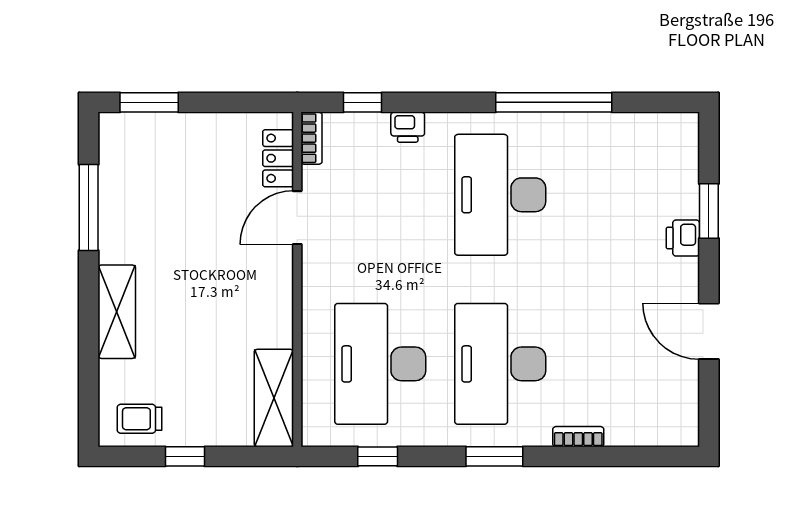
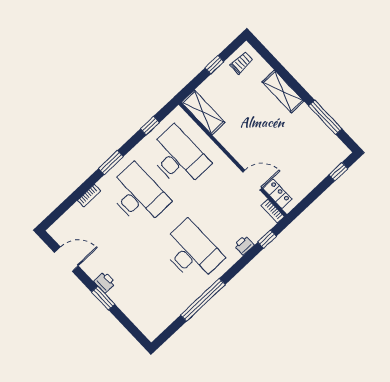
window: (149, 102) -> (338, 172), width x0.67
window: (709, 211) -> (103, 298), moved
door: (297, 218) -> (252, 180), hinge flipped
printer: (683, 238) -> (105, 282), moved
door: (709, 331) -> (66, 259), moved

